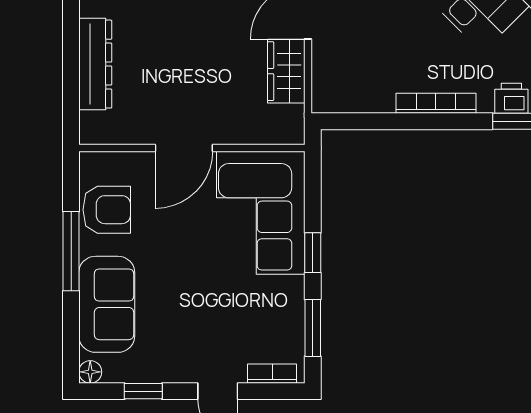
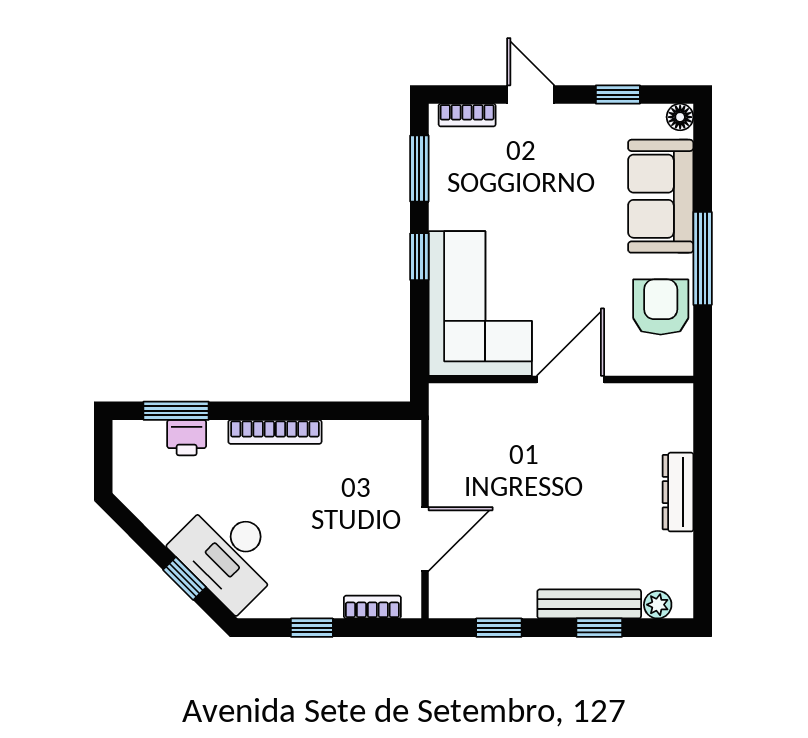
dresser: (95, 64) -> (678, 492), width x0.73, depth x0.80
wardrobe: (286, 71) -> (450, 469), removed
armchair: (107, 210) -> (661, 307), turned 90

